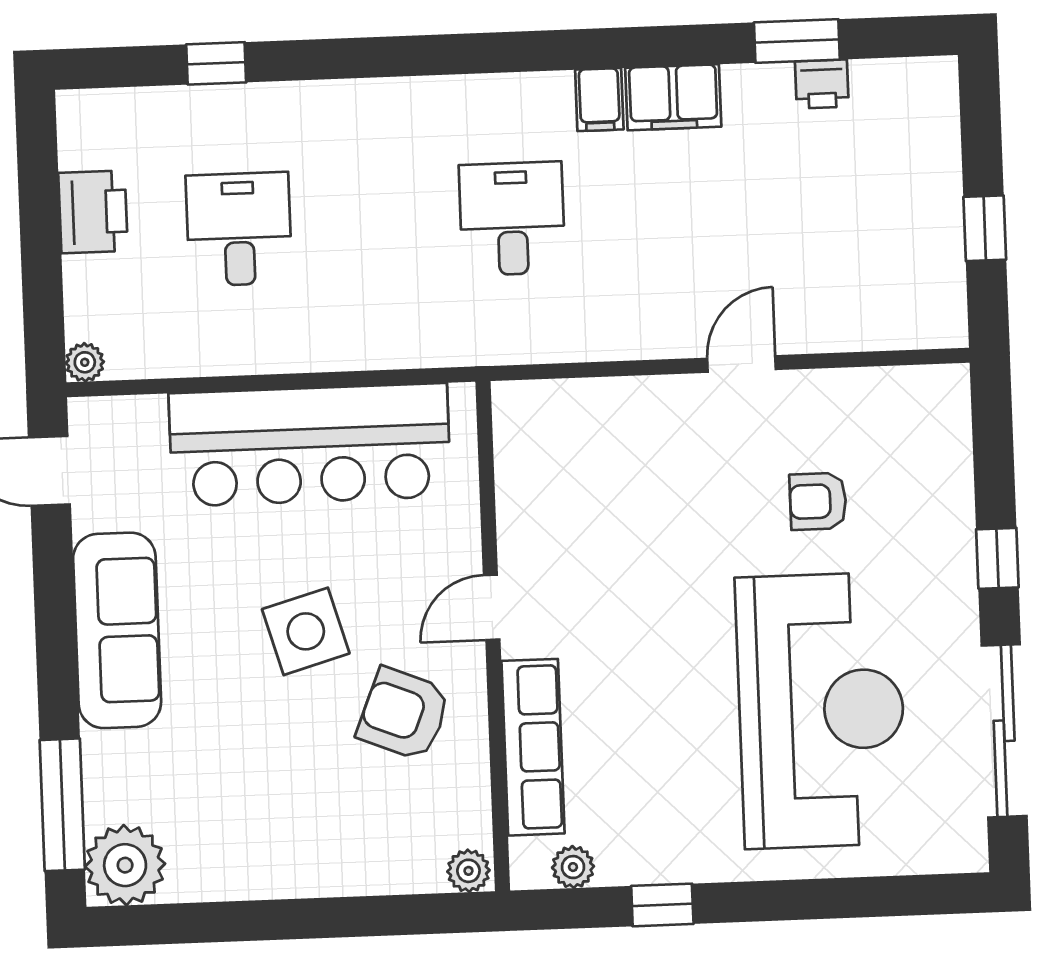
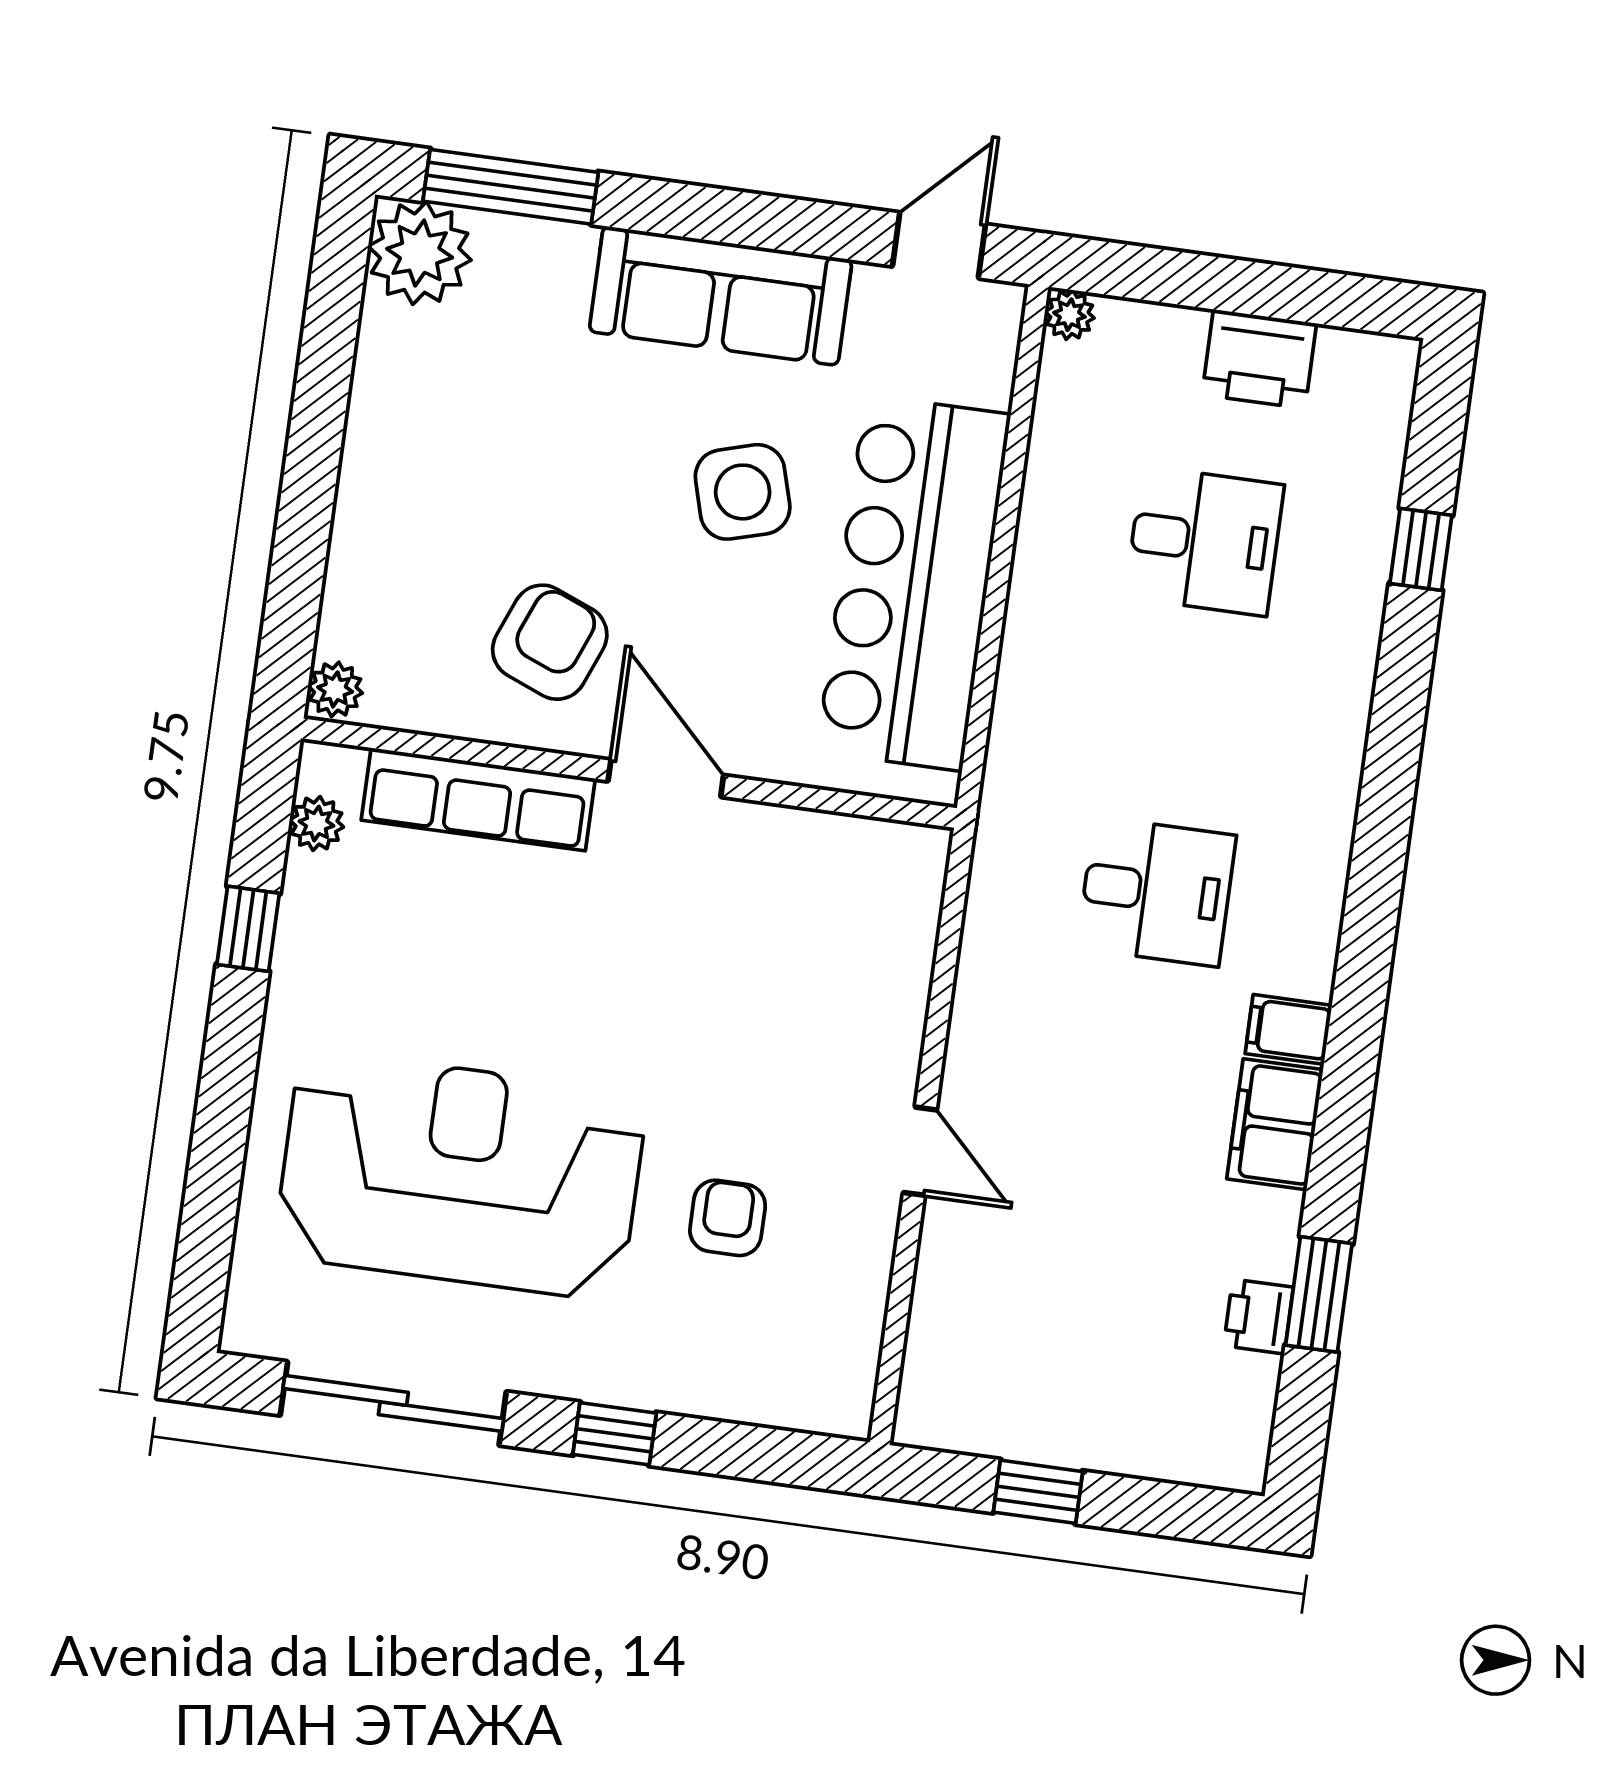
door: (492, 607) -> (666, 778), width x1.38
side table: (306, 631) -> (743, 492), moved
reception desk: (821, 710) -> (460, 1175), turned 180

